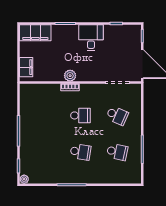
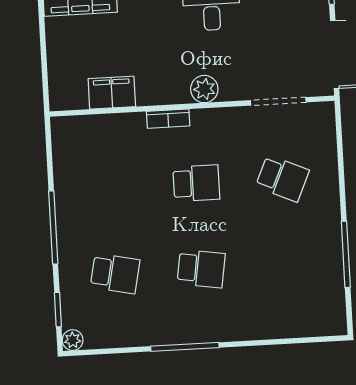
filing cabinet: (26, 67) -> (112, 93), moved, turned -90
plant: (70, 76) -> (204, 89), moved
school desk: (117, 152) -> (115, 273), moved

